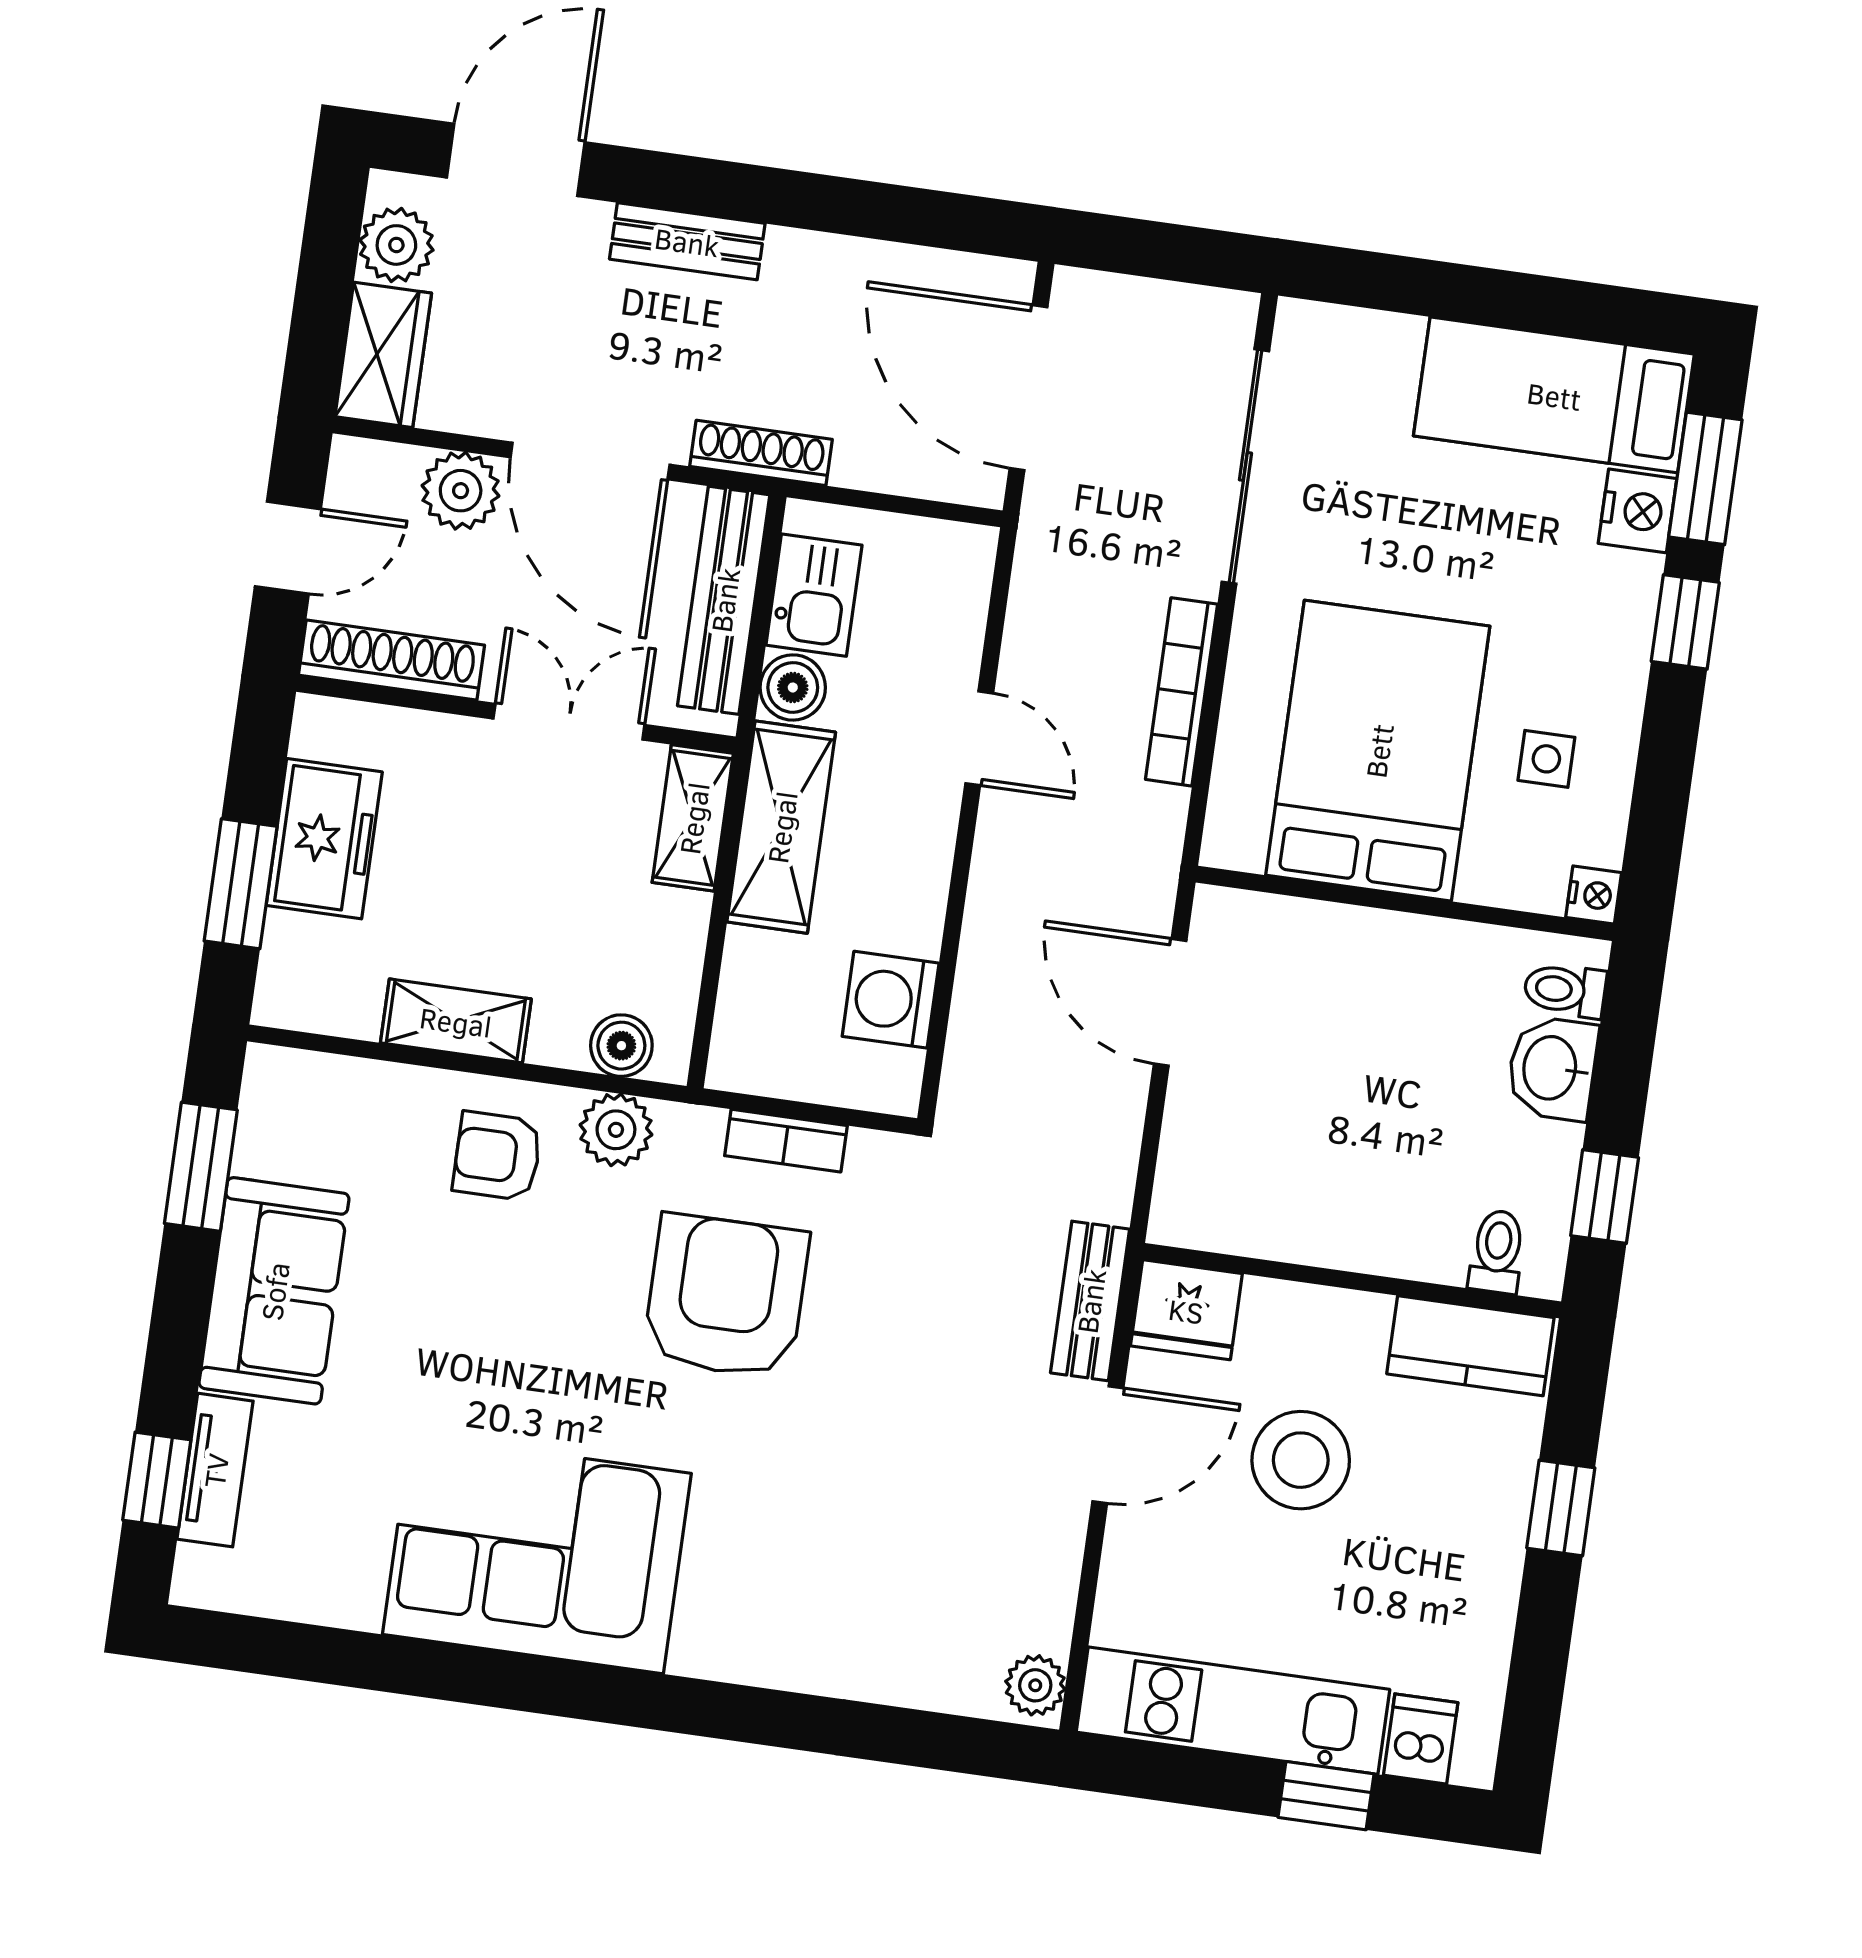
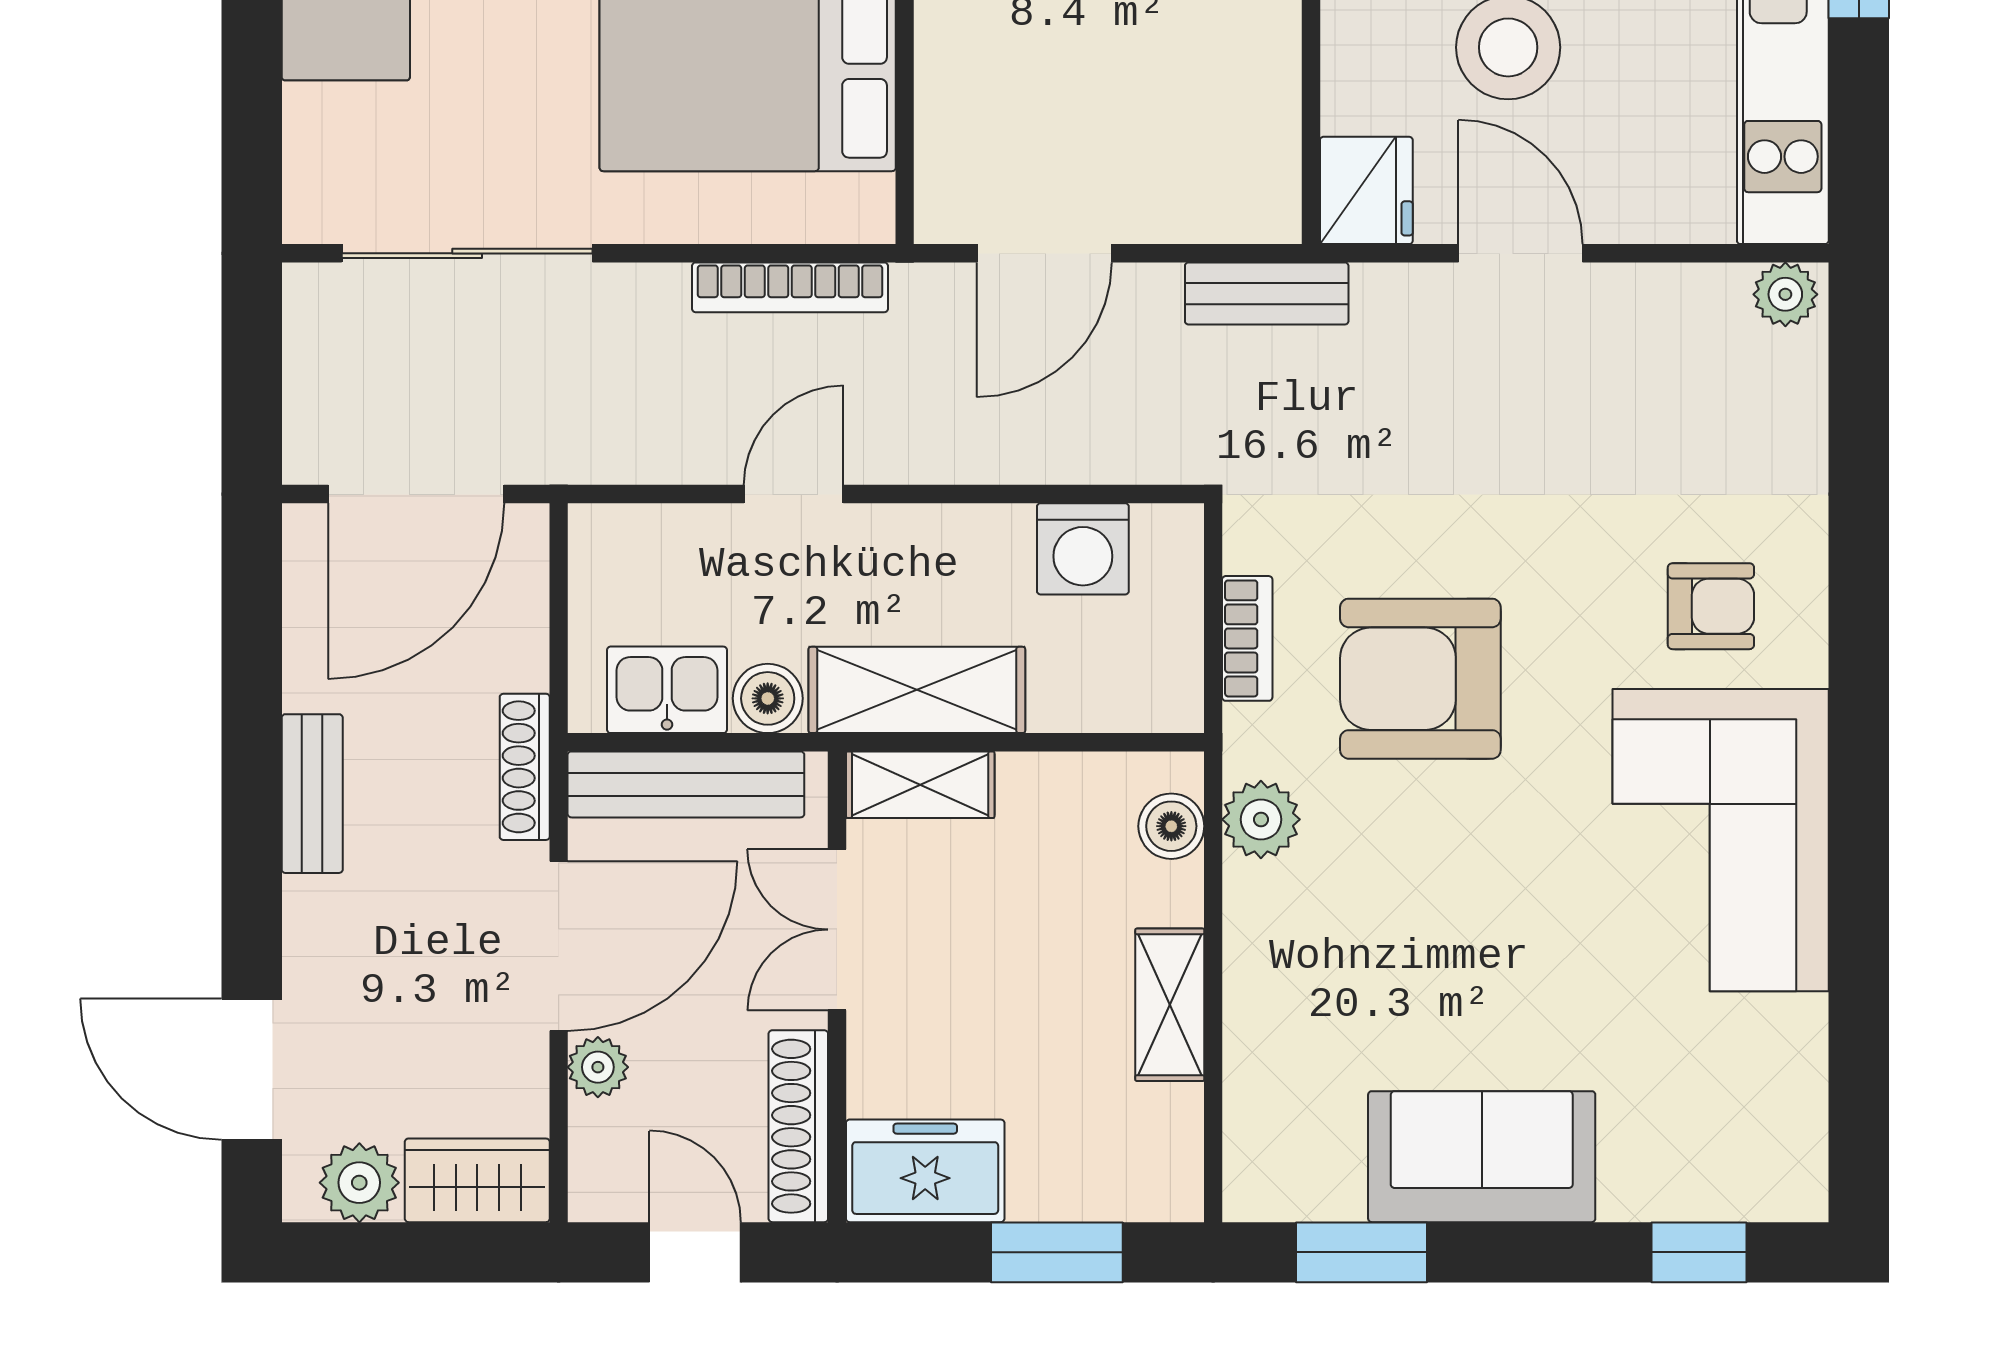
bench: (687, 241) -> (312, 794), moved
plant: (461, 491) -> (598, 1067), width x0.73, depth x0.73
bookcase: (1181, 692) -> (790, 287), moved
freezer: (324, 839) -> (925, 1171), moved
armchair: (497, 1156) -> (1711, 606), moved, turned -90
bench: (1090, 1301) -> (1267, 293), moved
tv unit: (215, 1470) -> (1680, 1192), removed

